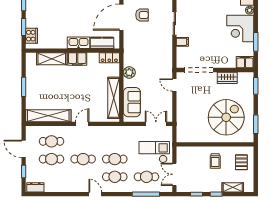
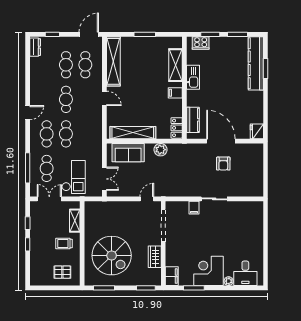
kitchen sink: (78, 43) -> (193, 77), moved
filing cabinet: (77, 59) -> (175, 93), width x0.50
door: (24, 149) -> (89, 34), moved
shelving: (233, 187) -> (75, 221), moved

